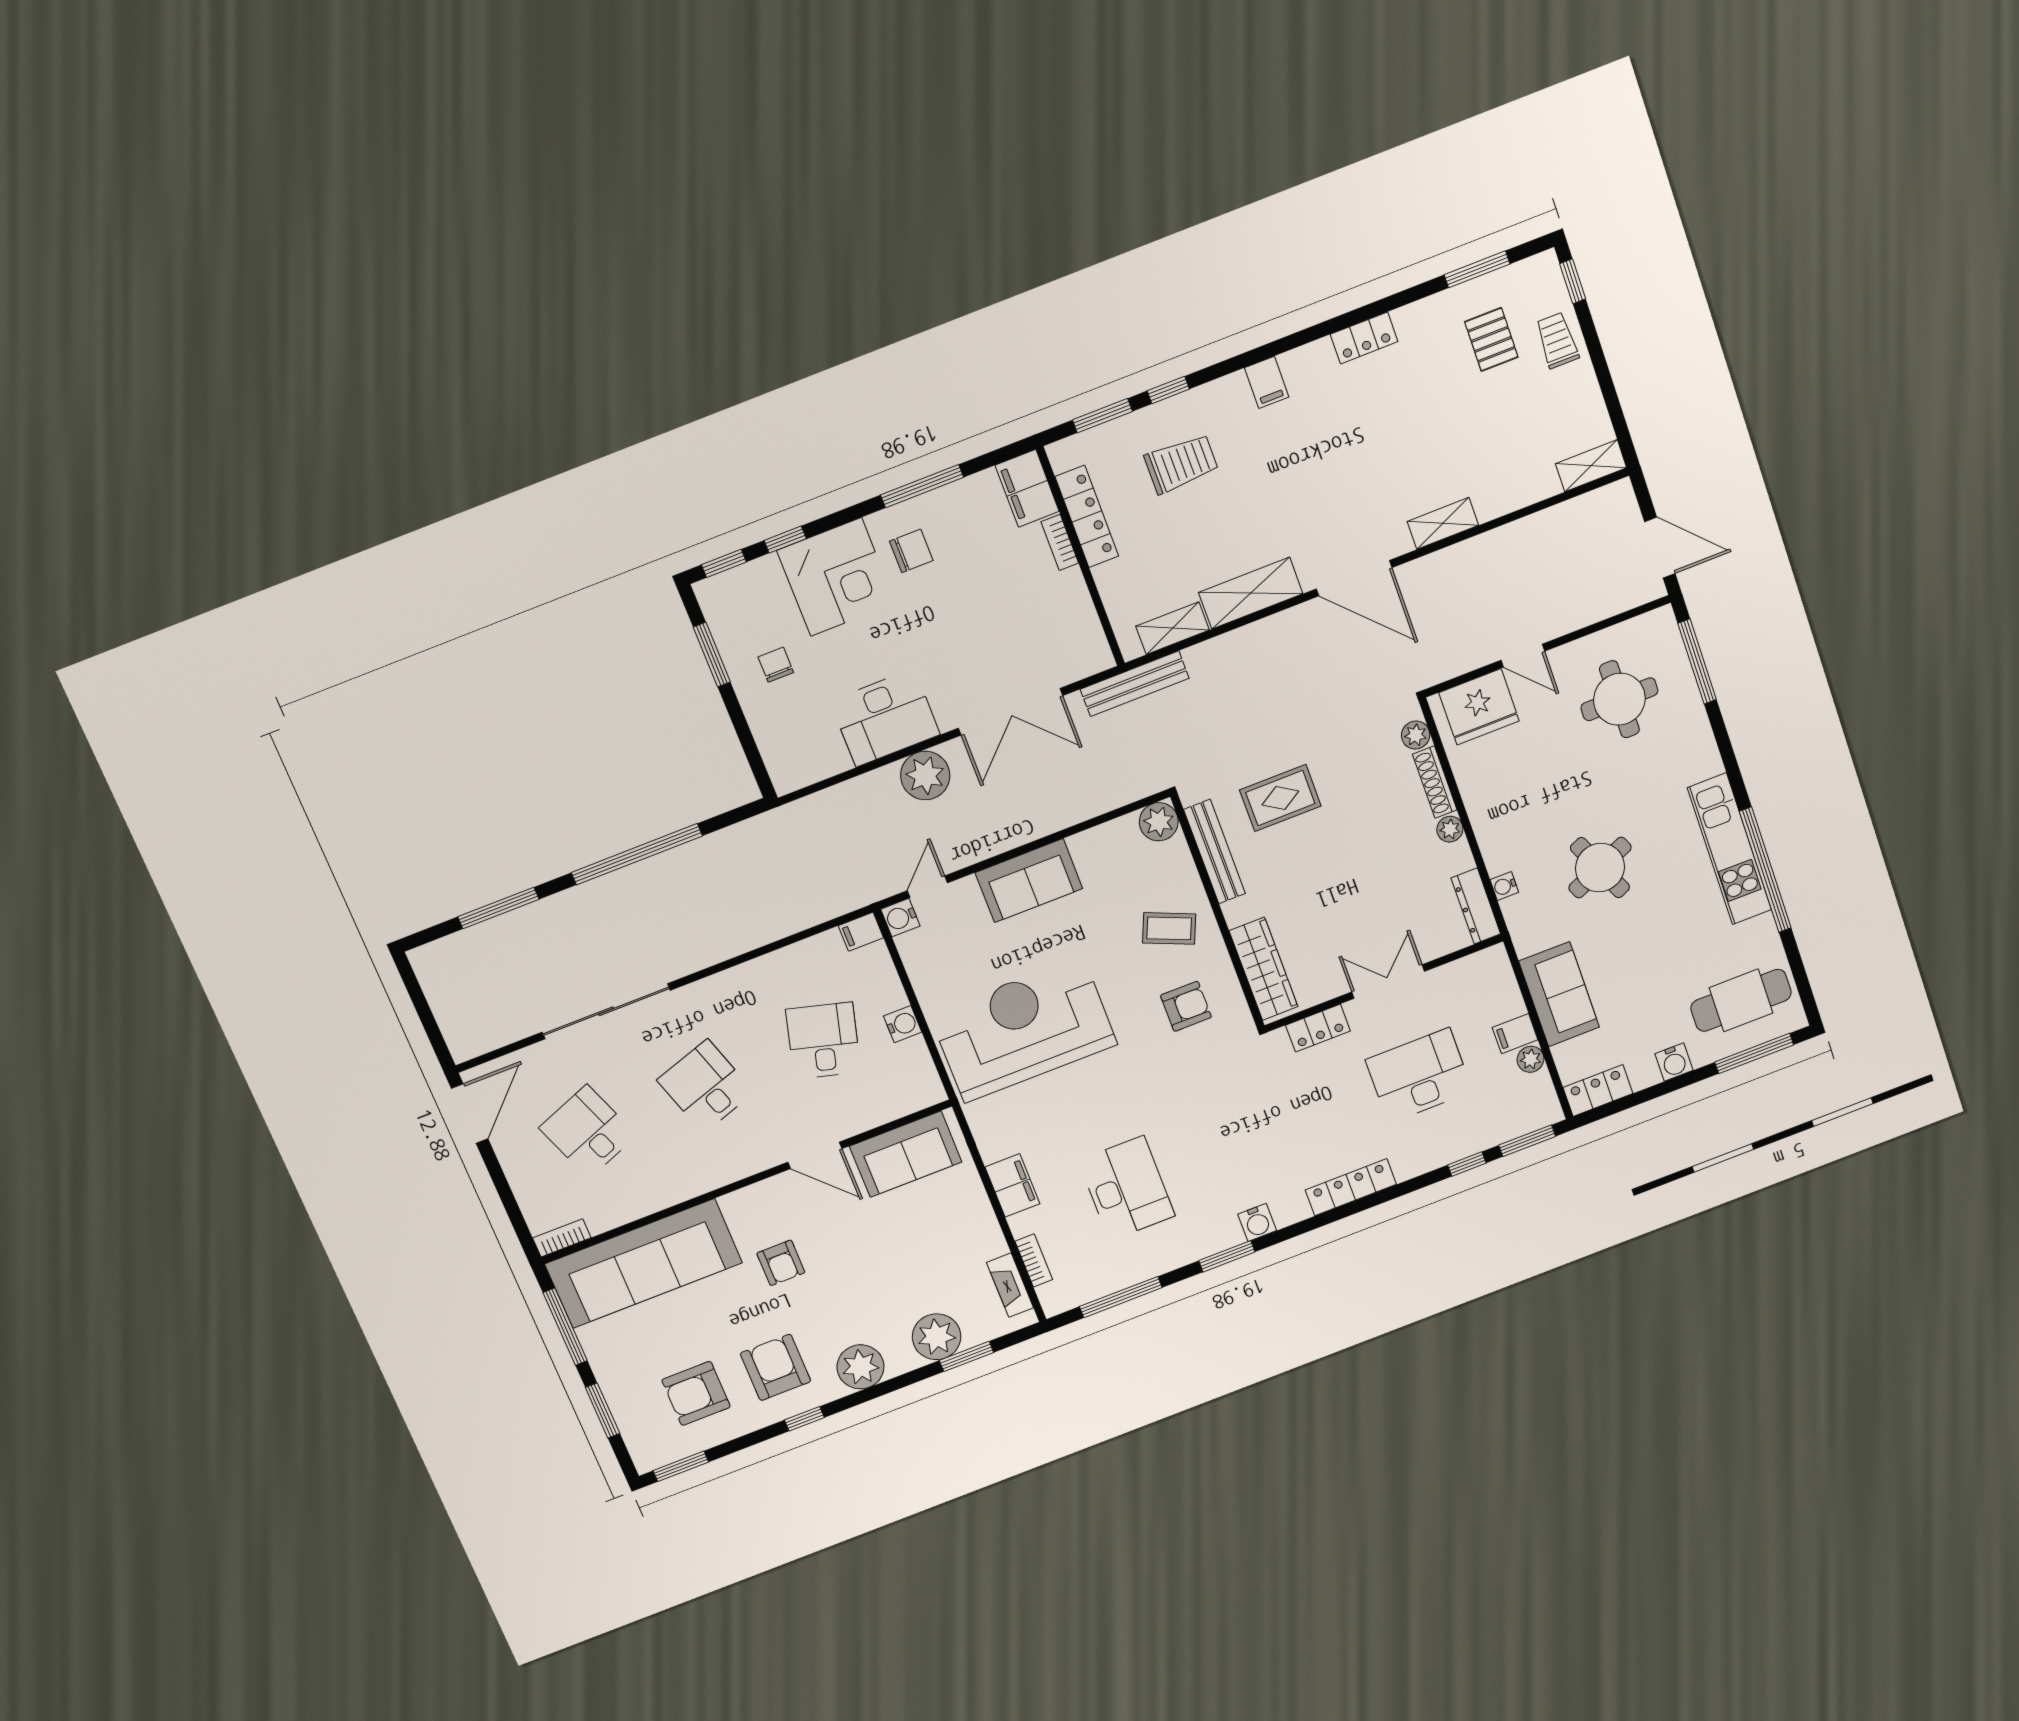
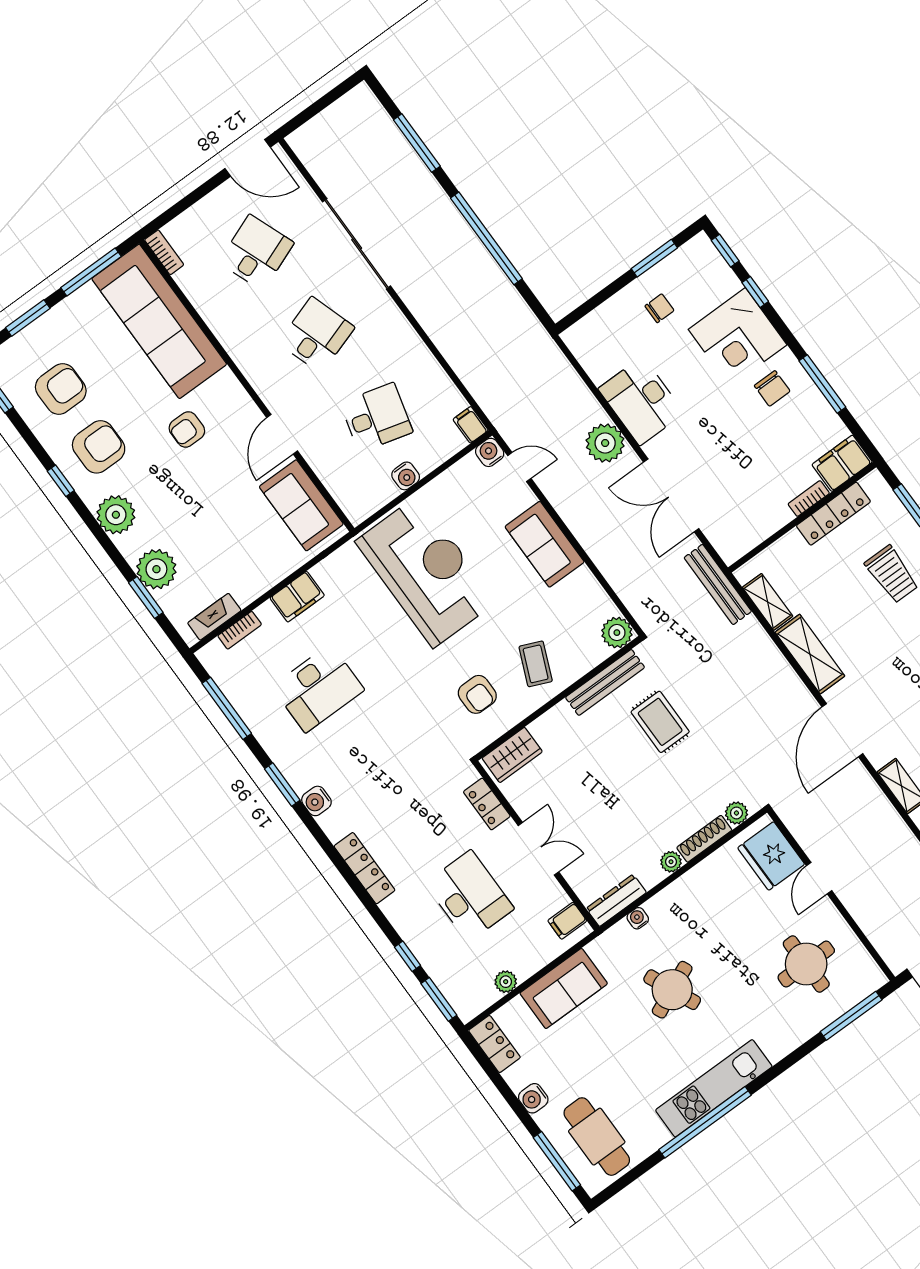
wardrobe: (1264, 969) -> (512, 755), width x0.67
filing cabinet: (1515, 1034) -> (567, 921), moved, turned -90
armchair: (696, 1393) -> (61, 389), turned 90

